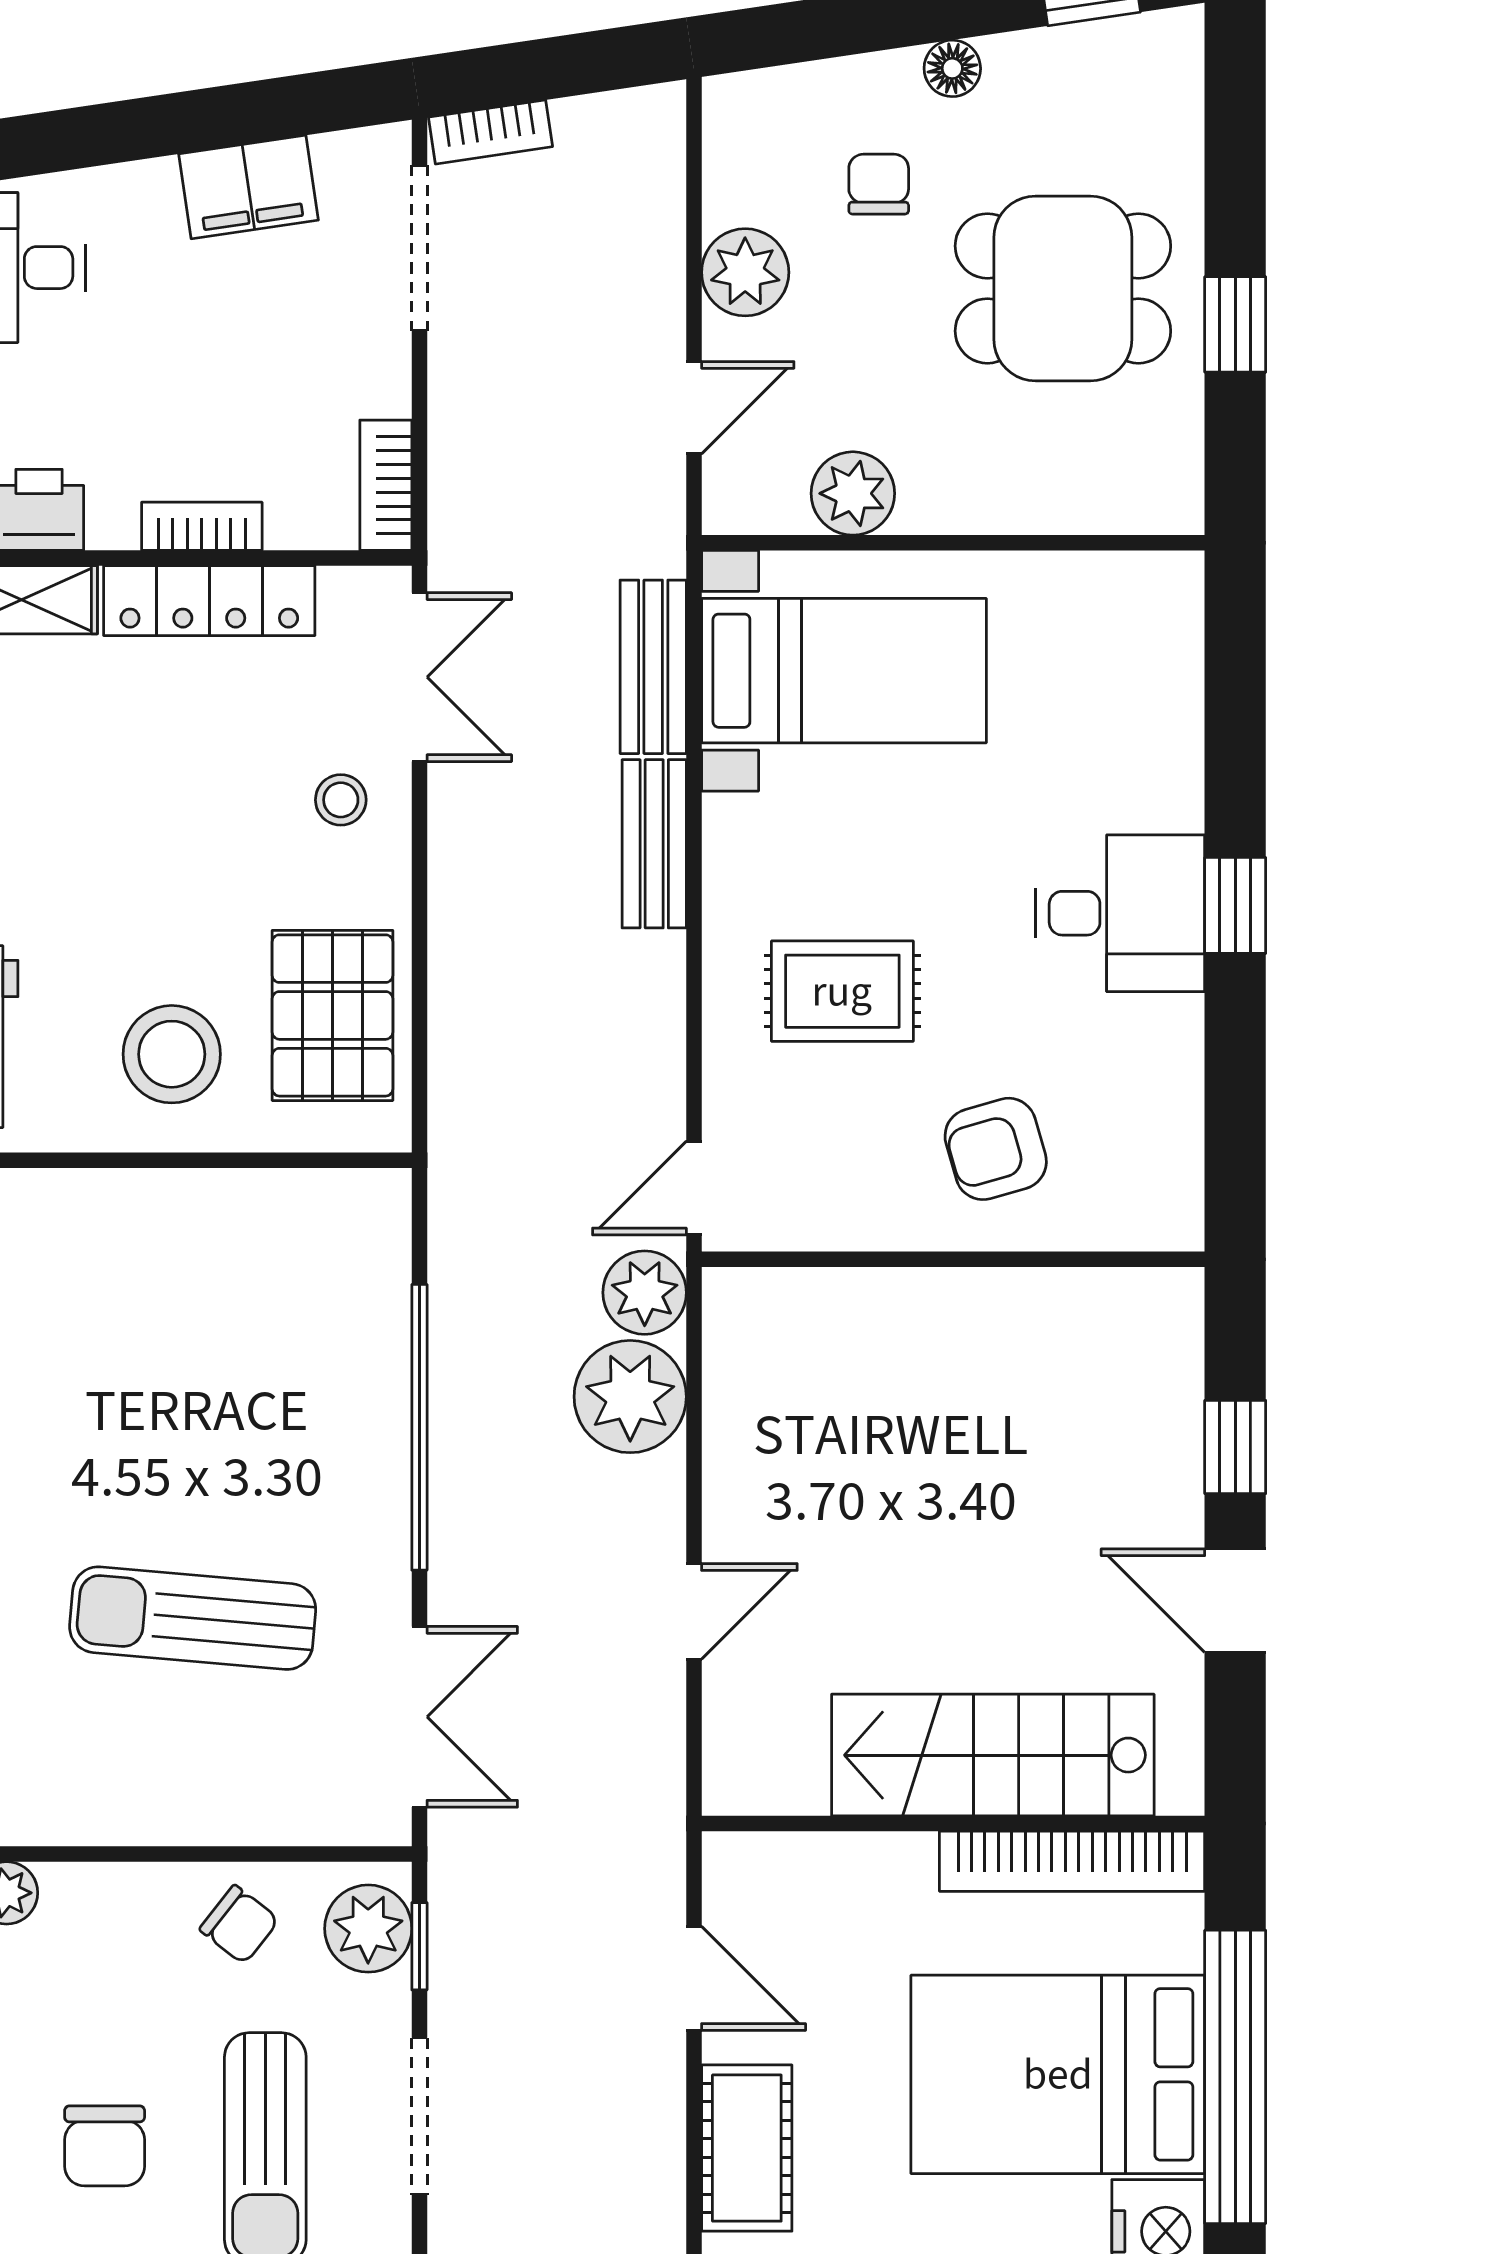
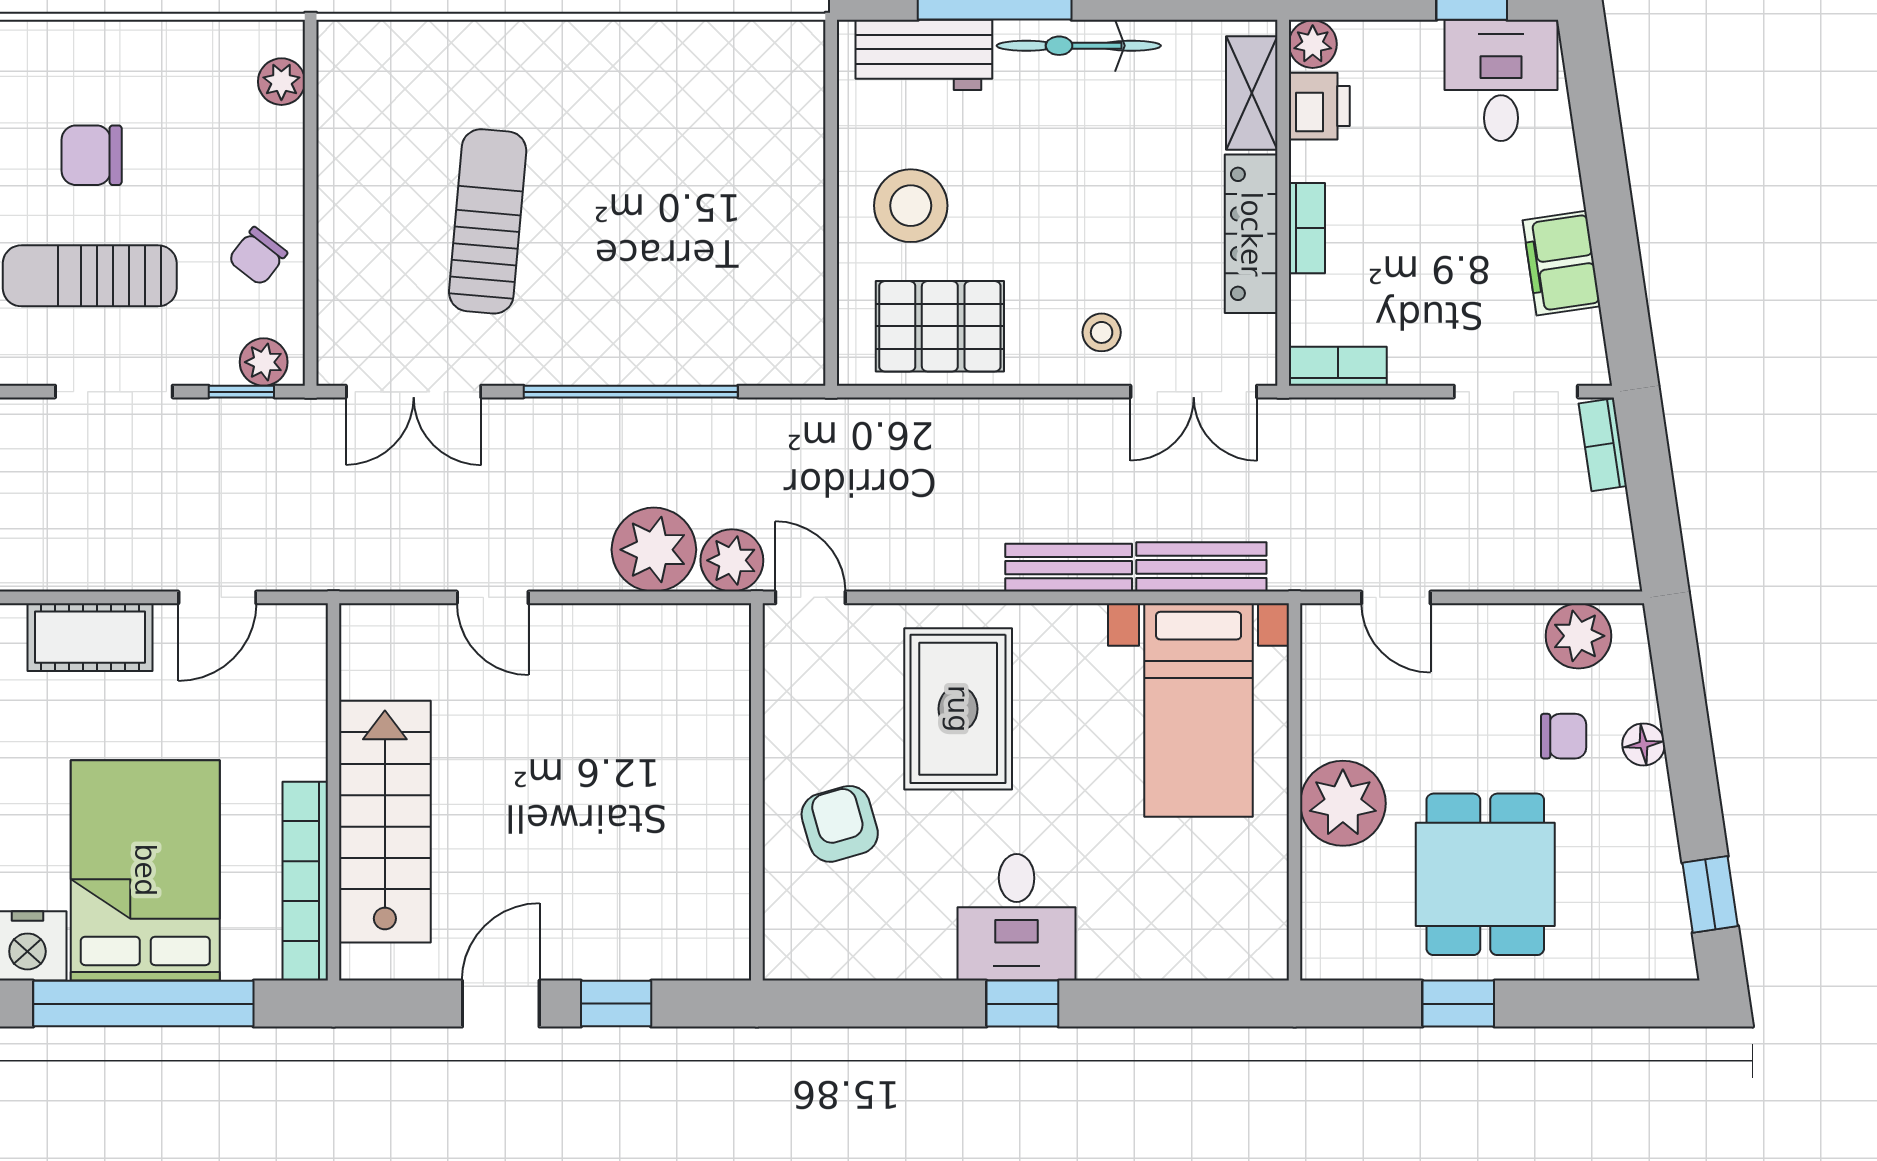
floor lamp: (952, 68) -> (1644, 744), moved
plant: (745, 272) -> (1579, 636), moved
plant: (853, 493) -> (1343, 803), moved, width x1.36, depth x1.36
rug: (842, 991) -> (958, 709), width x1.36, depth x1.43
plant: (368, 1929) -> (264, 362), width x0.73, depth x0.73

